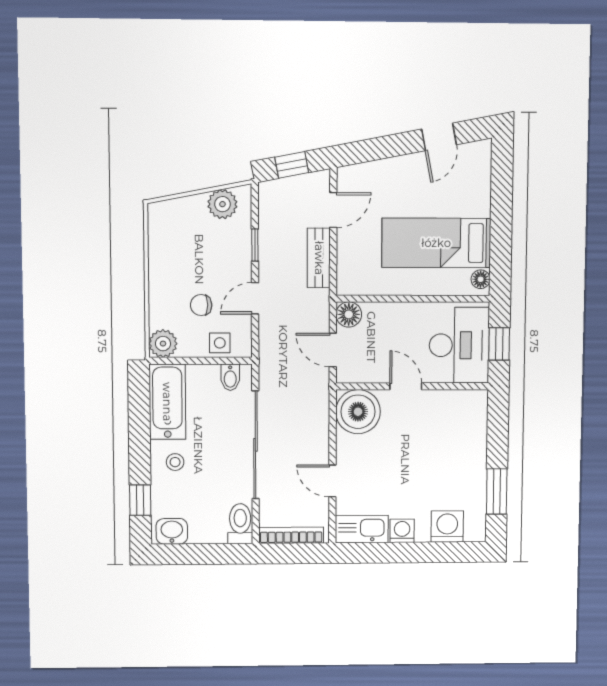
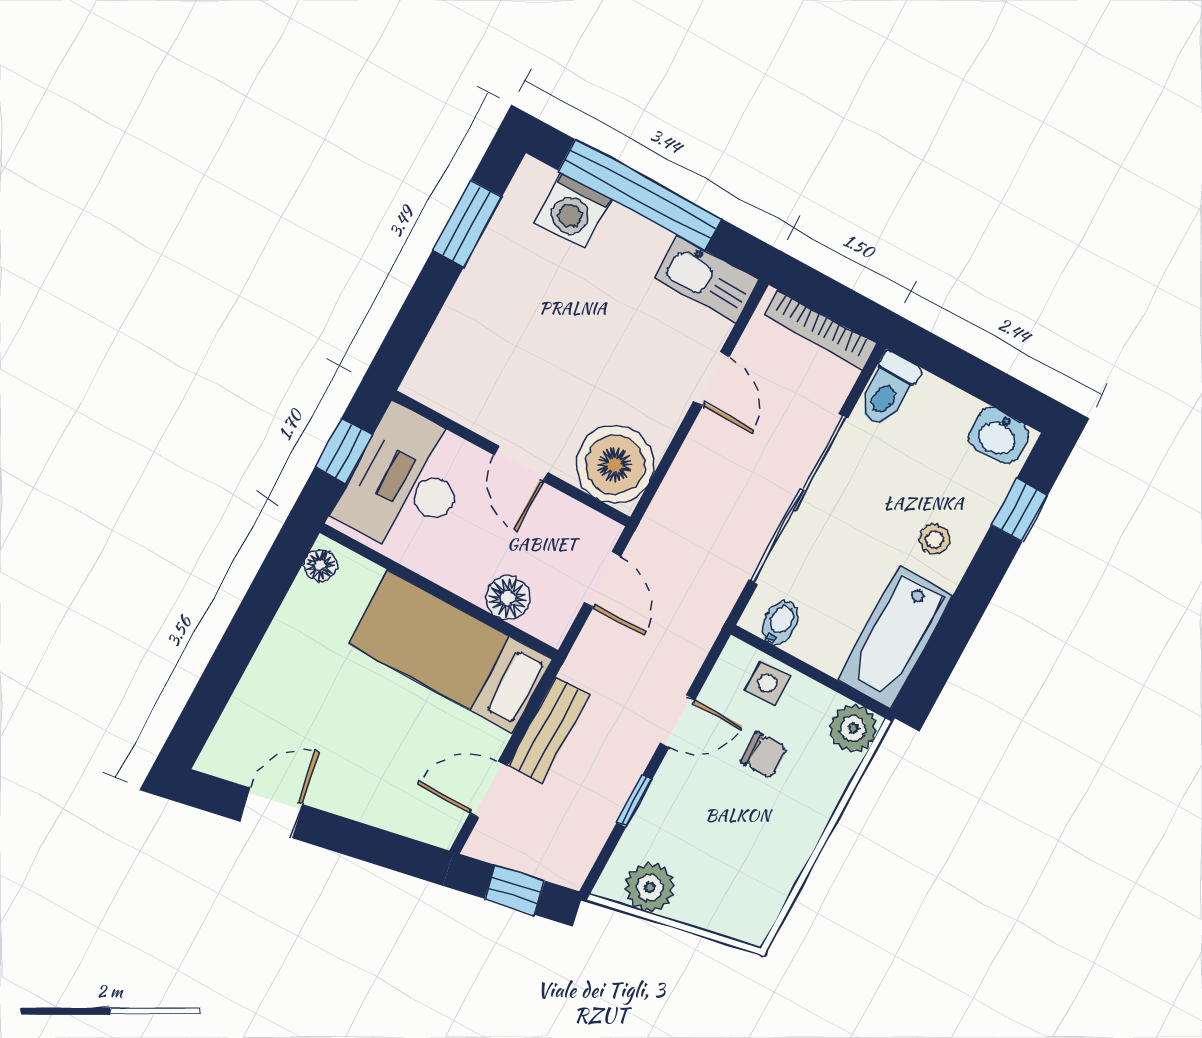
bed: (436, 243) -> (451, 652), moved, turned 180
floor lamp: (349, 314) -> (508, 598), moved
washing machine: (402, 531) -> (646, 242), removed
window: (418, 552) -> (640, 195), added

